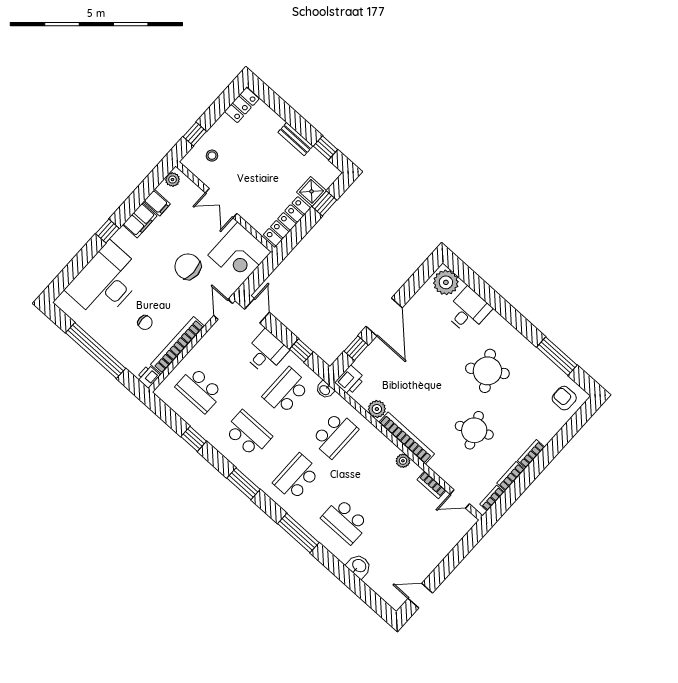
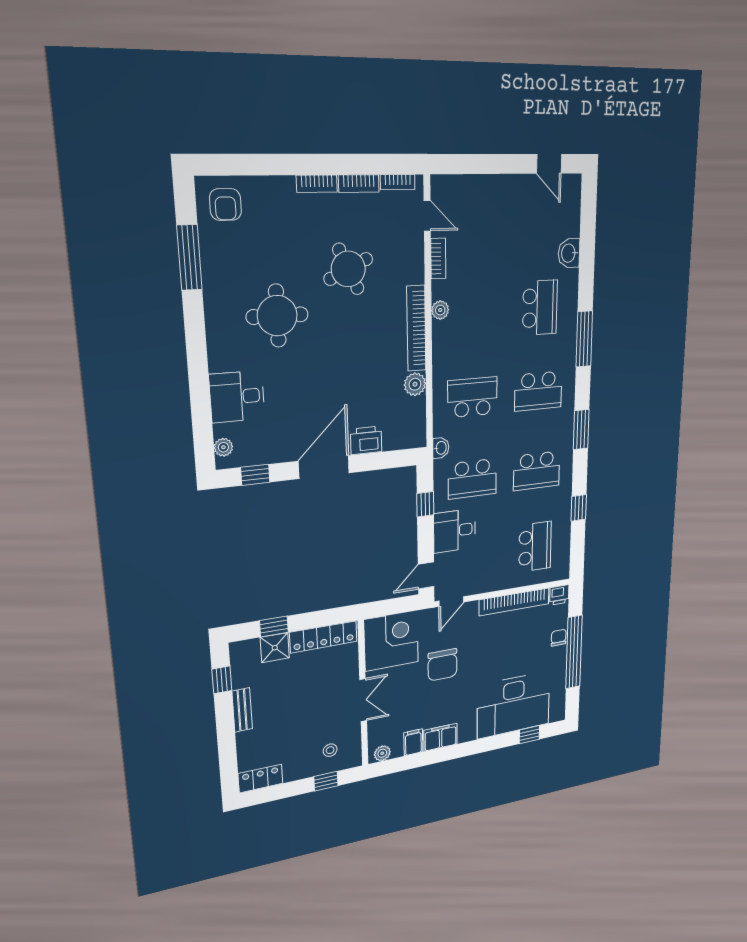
window: (107, 231) -> (529, 735), moved
plant: (446, 282) -> (223, 447), width x0.53, depth x0.53
chair: (145, 323) -> (559, 638), moved
window: (356, 348) -> (255, 475), moved
round table: (487, 371) -> (277, 316), turned 33
printer: (350, 380) -> (366, 440), moved
school desk: (248, 434) -> (537, 471), turned -90

